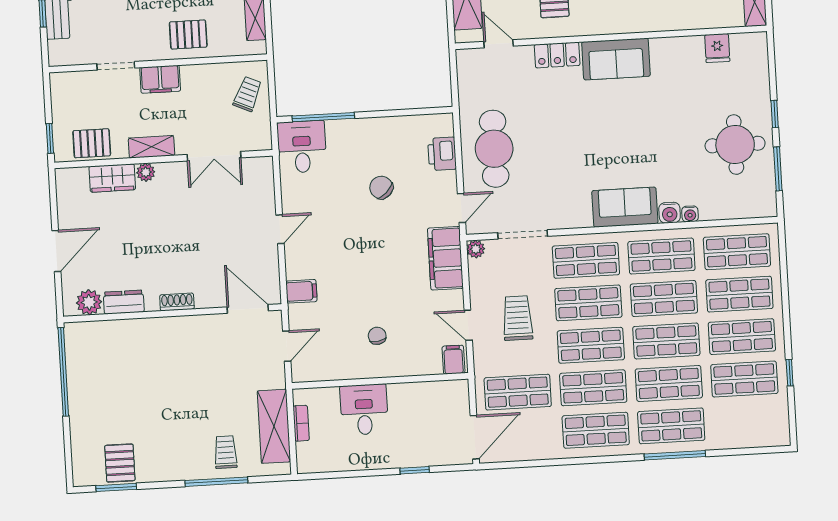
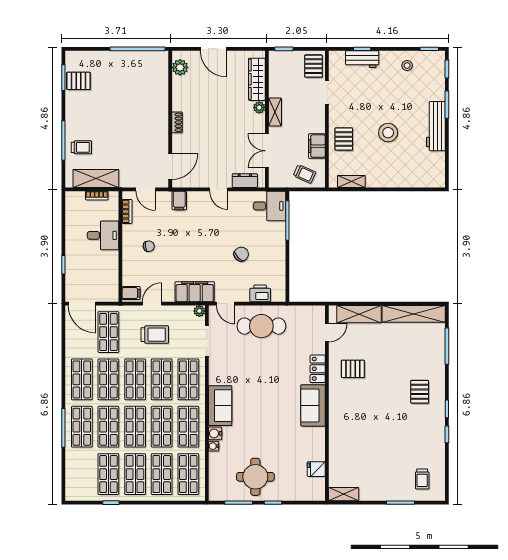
filing cabinet: (160, 79) -> (317, 146), moved
pallet: (92, 143) -> (313, 66), moved
wardrobe: (112, 178) -> (257, 79), width x1.50
dresser: (124, 302) -> (245, 181), moved, turned -90
bookcase: (324, 374) -> (127, 211), added

